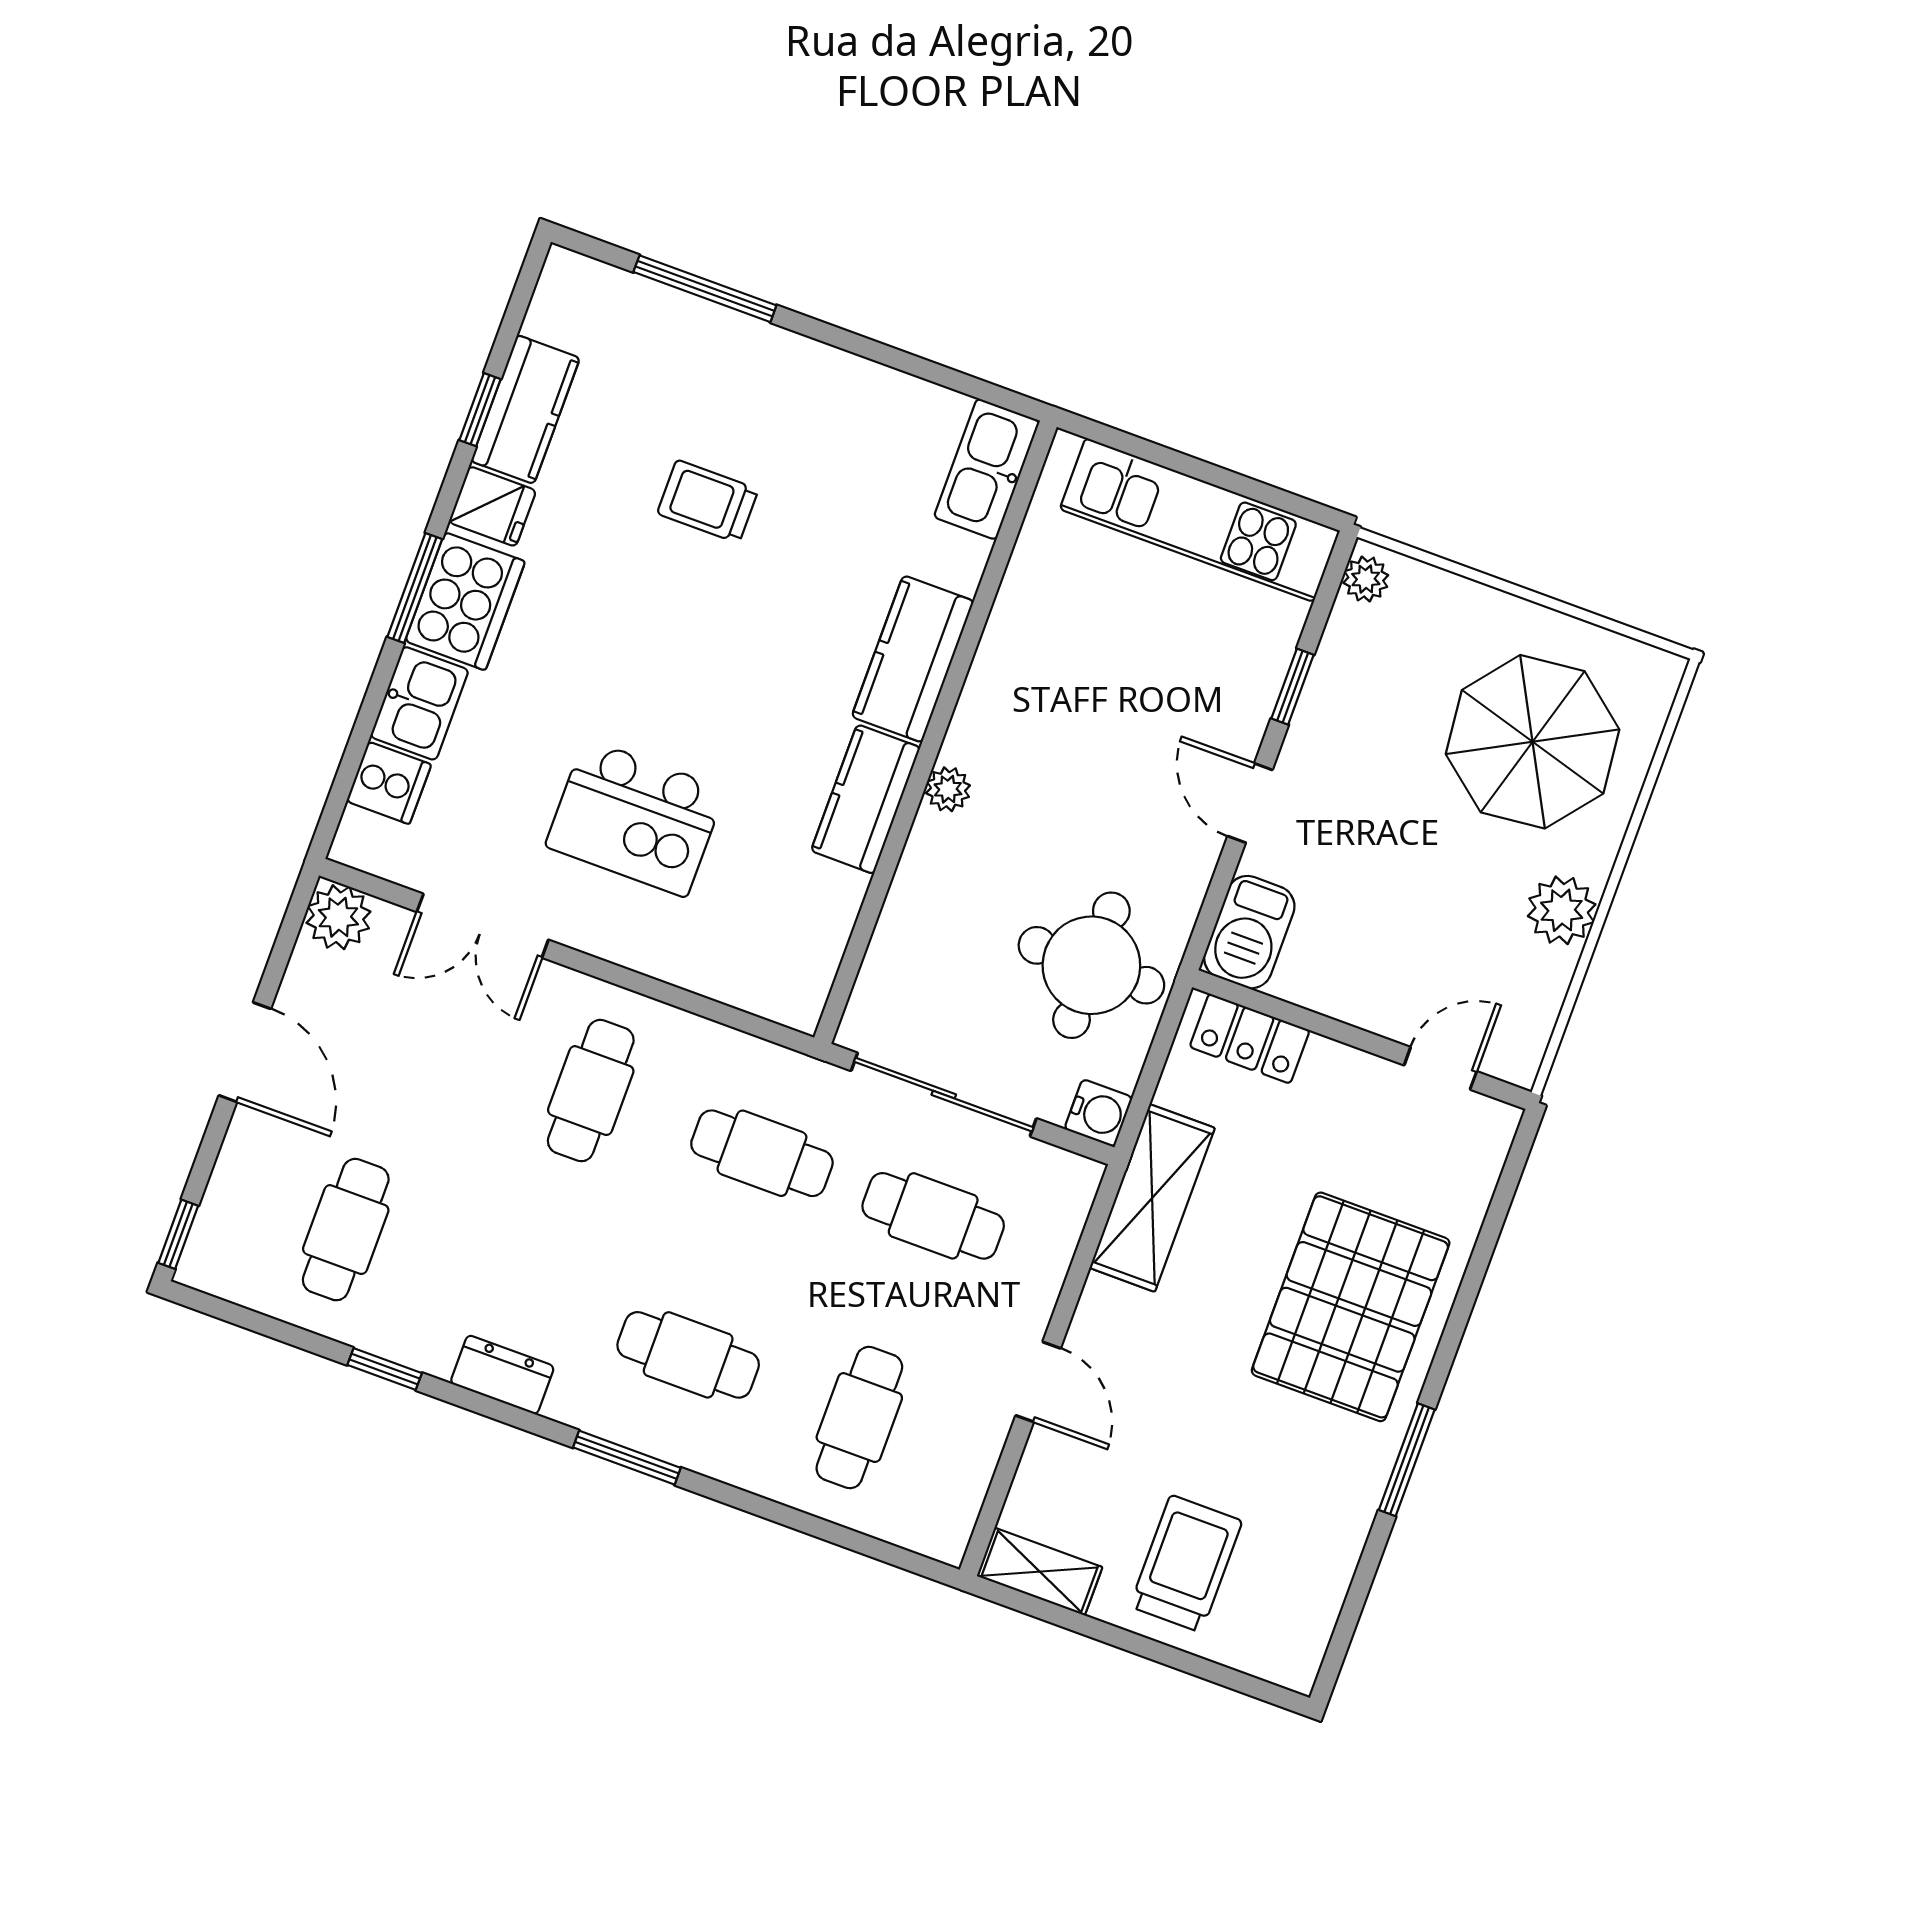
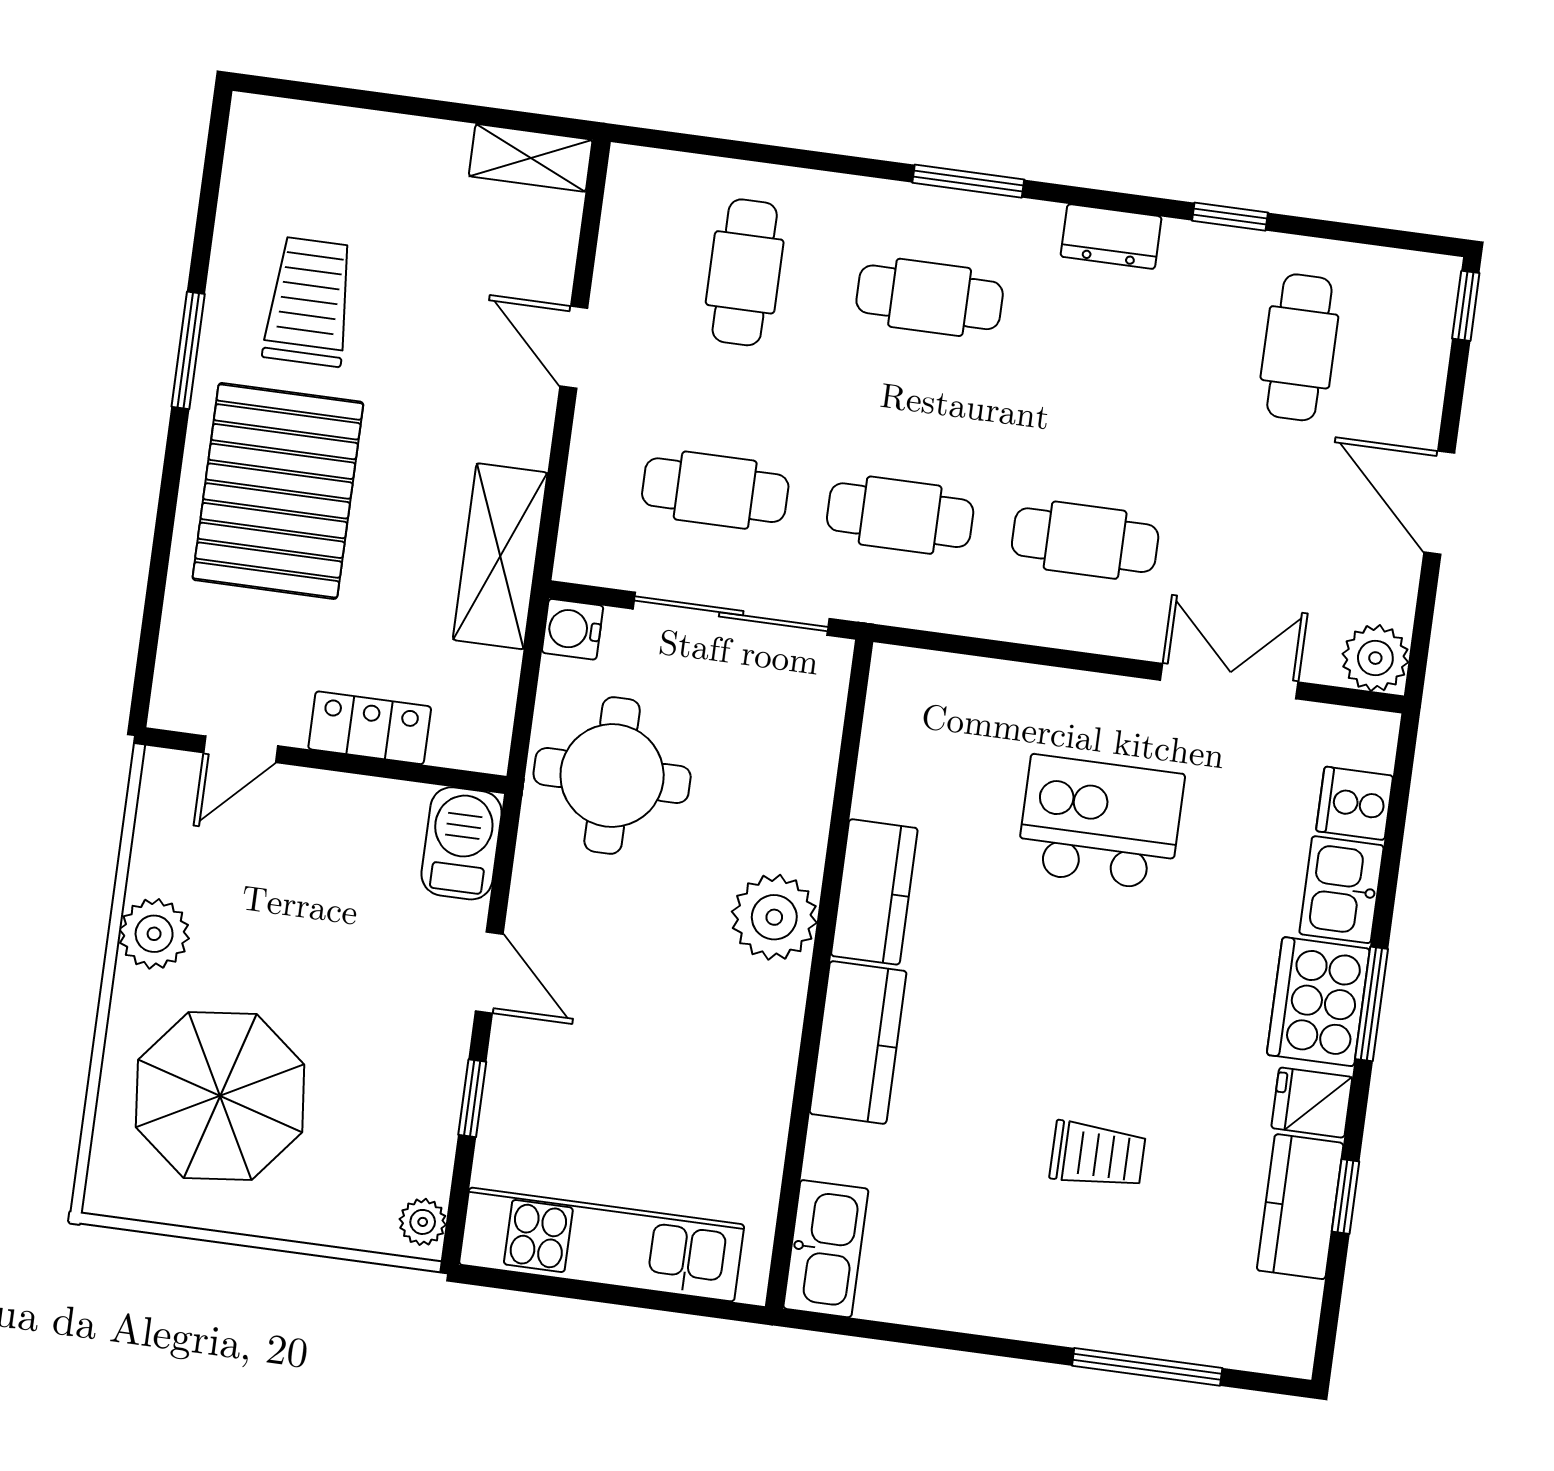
plant: (948, 789) -> (774, 917), width x1.88, depth x1.88
locker: (1250, 1039) -> (370, 728), moved
cafe table: (591, 1091) -> (1085, 540), turned 90
trolley: (1186, 1564) -> (309, 302), moved, turned 180

